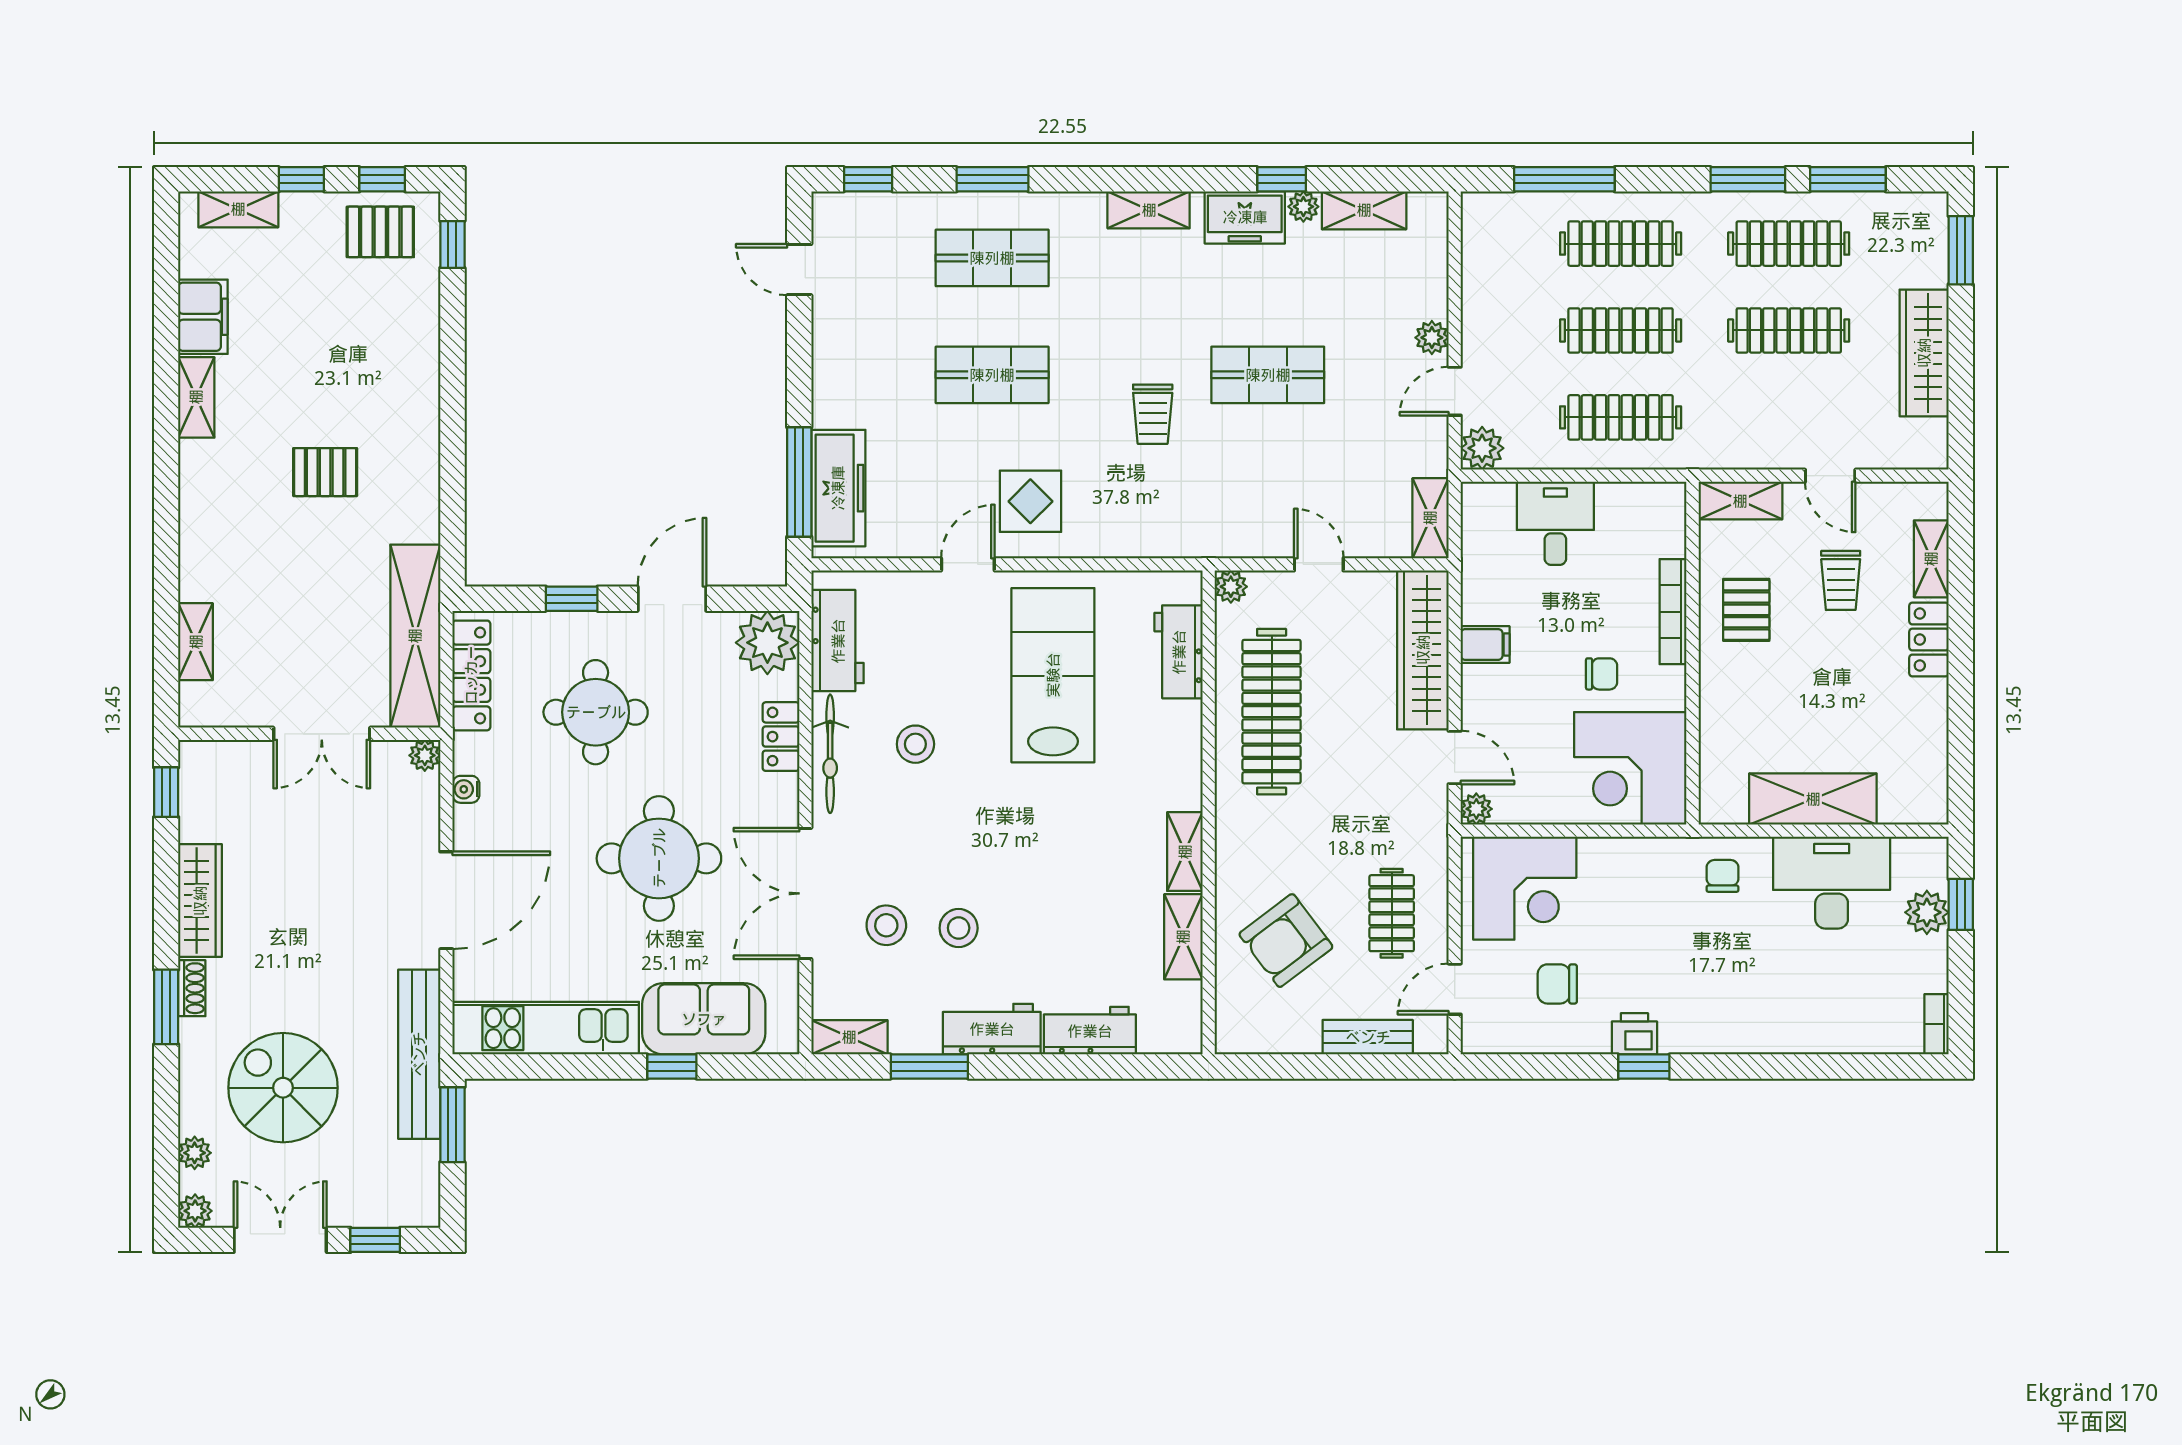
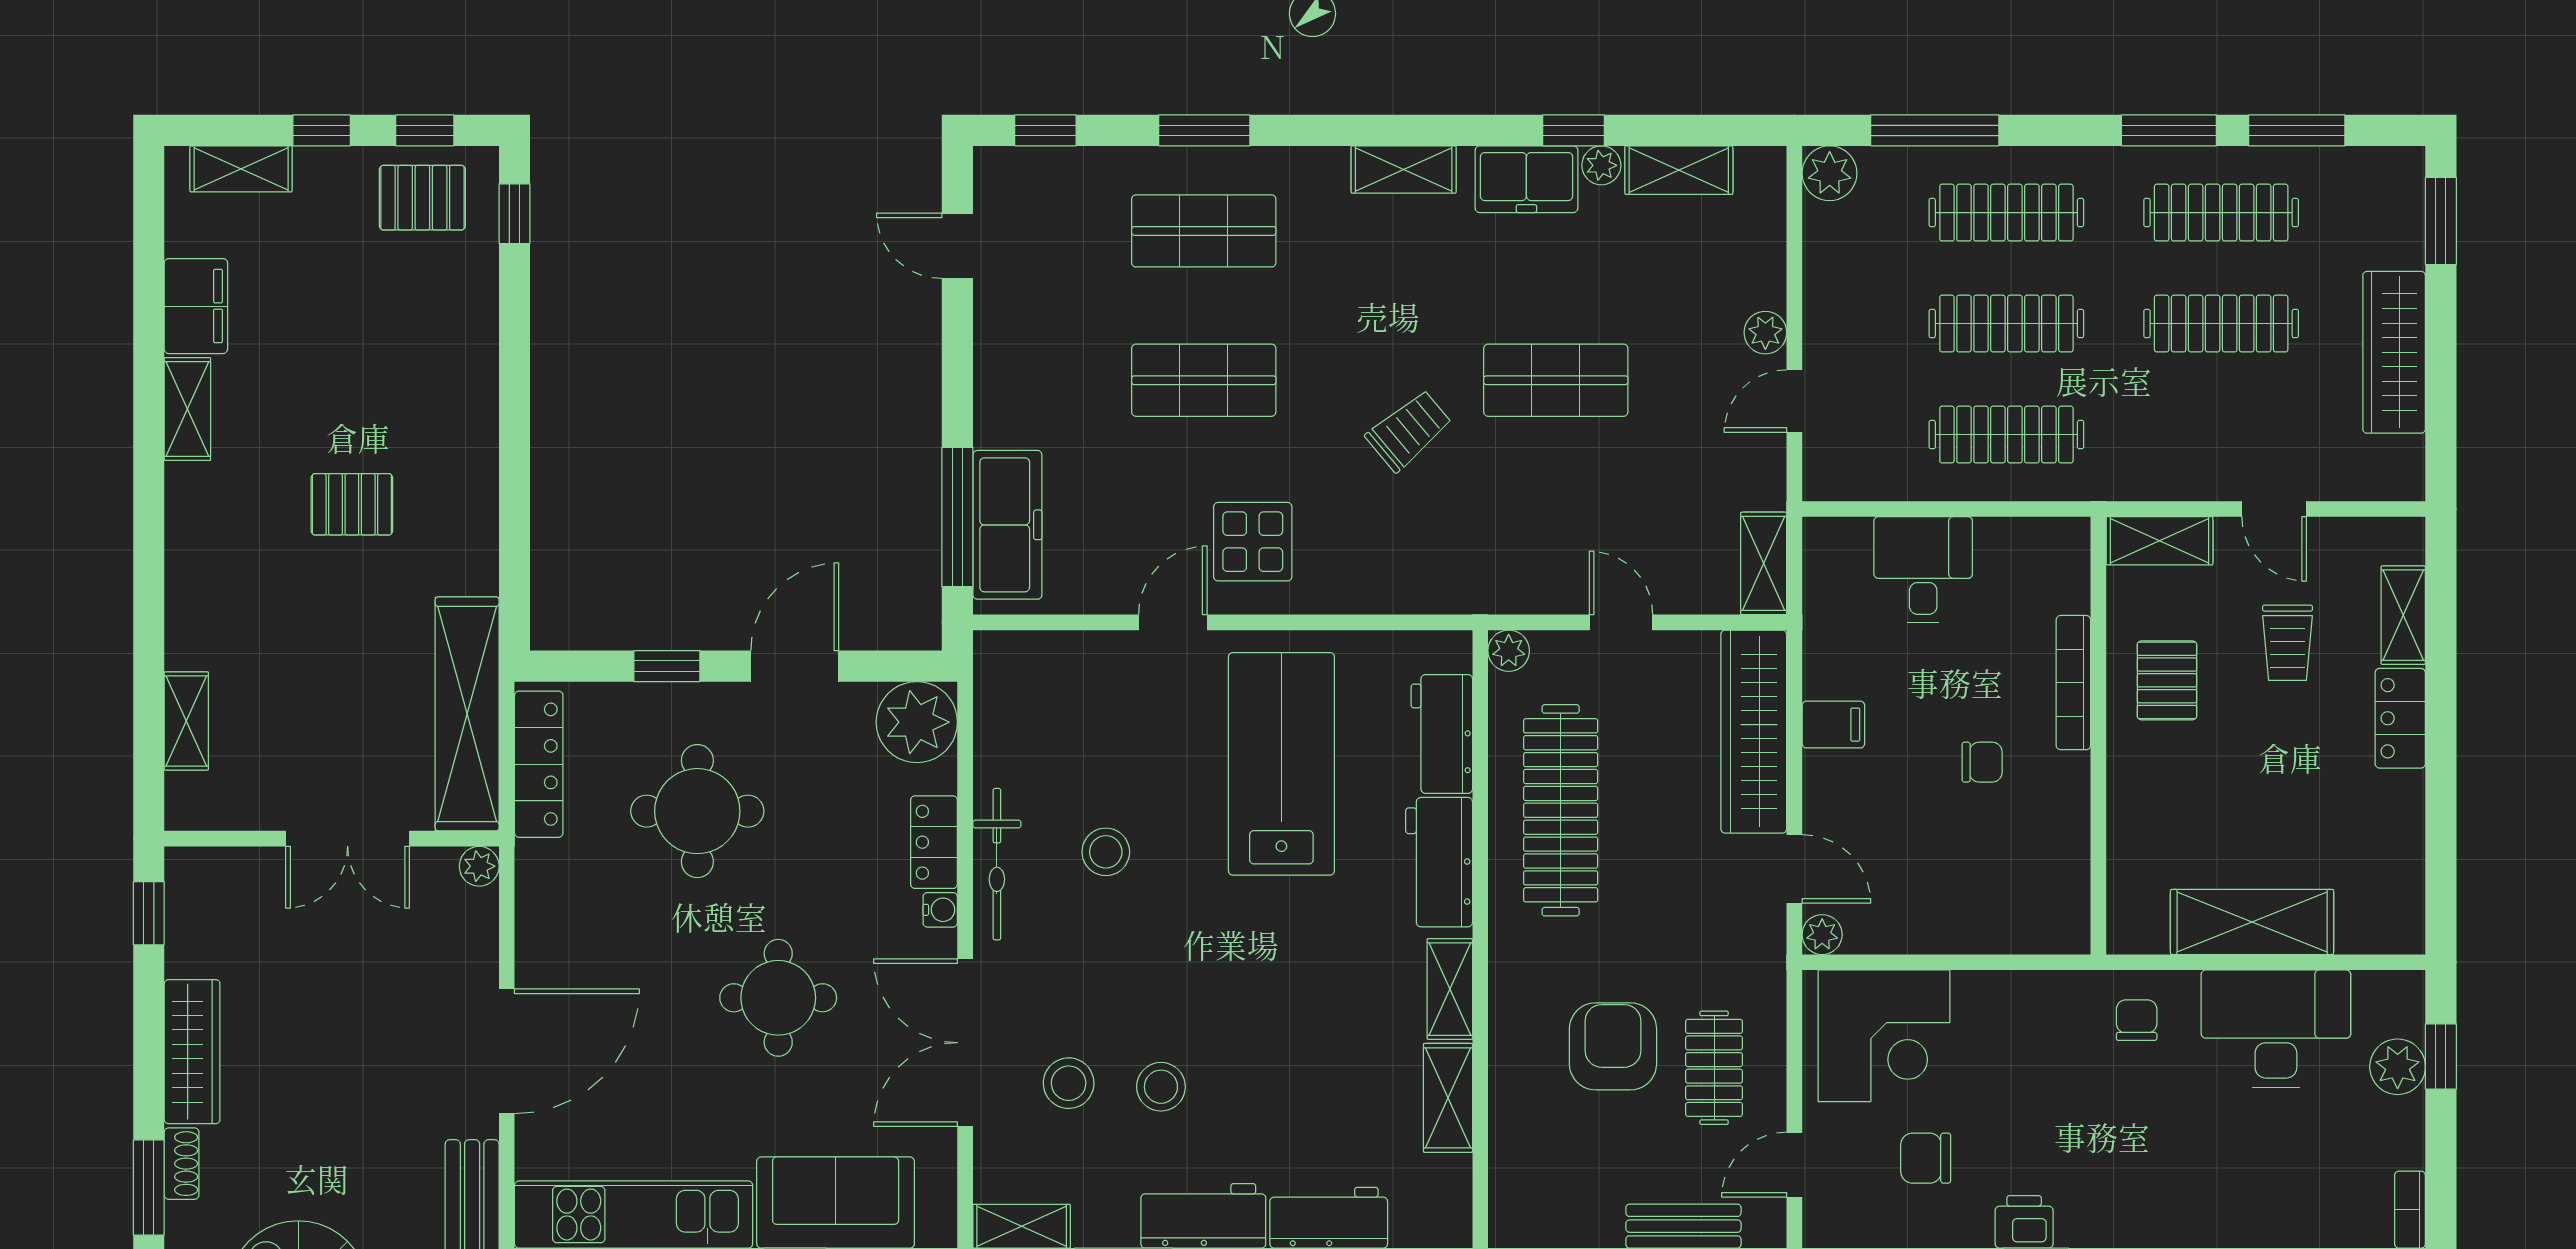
trolley: (1153, 414) -> (1409, 430), turned -130
plant: (1482, 448) -> (1830, 173), moved
workbench: (838, 641) -> (1439, 862), moved, turned 180
corner desk: (1630, 768) -> (2019, 883), removed
water cooler: (466, 789) -> (940, 910), moved, turned 180
round table: (659, 858) -> (778, 998), width x0.73, depth x0.73
armchair: (1286, 941) -> (1613, 1046), moved, turned 127

